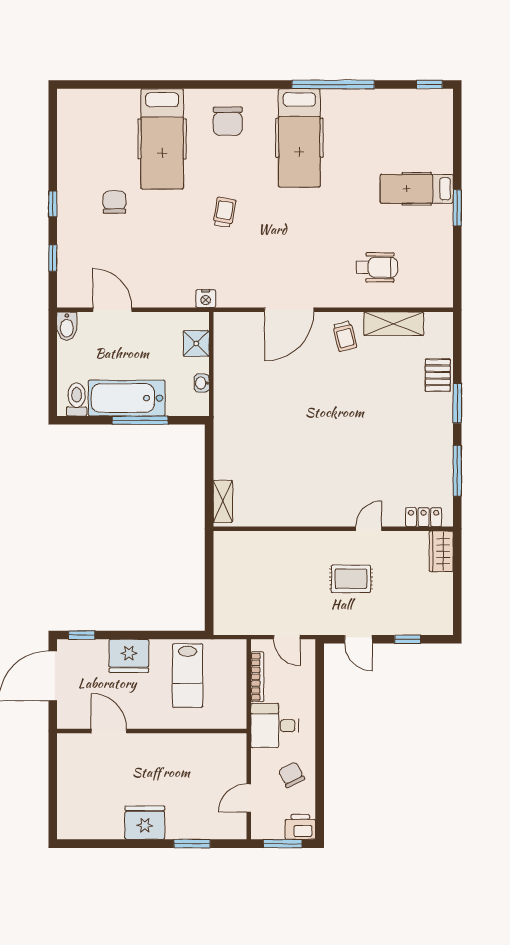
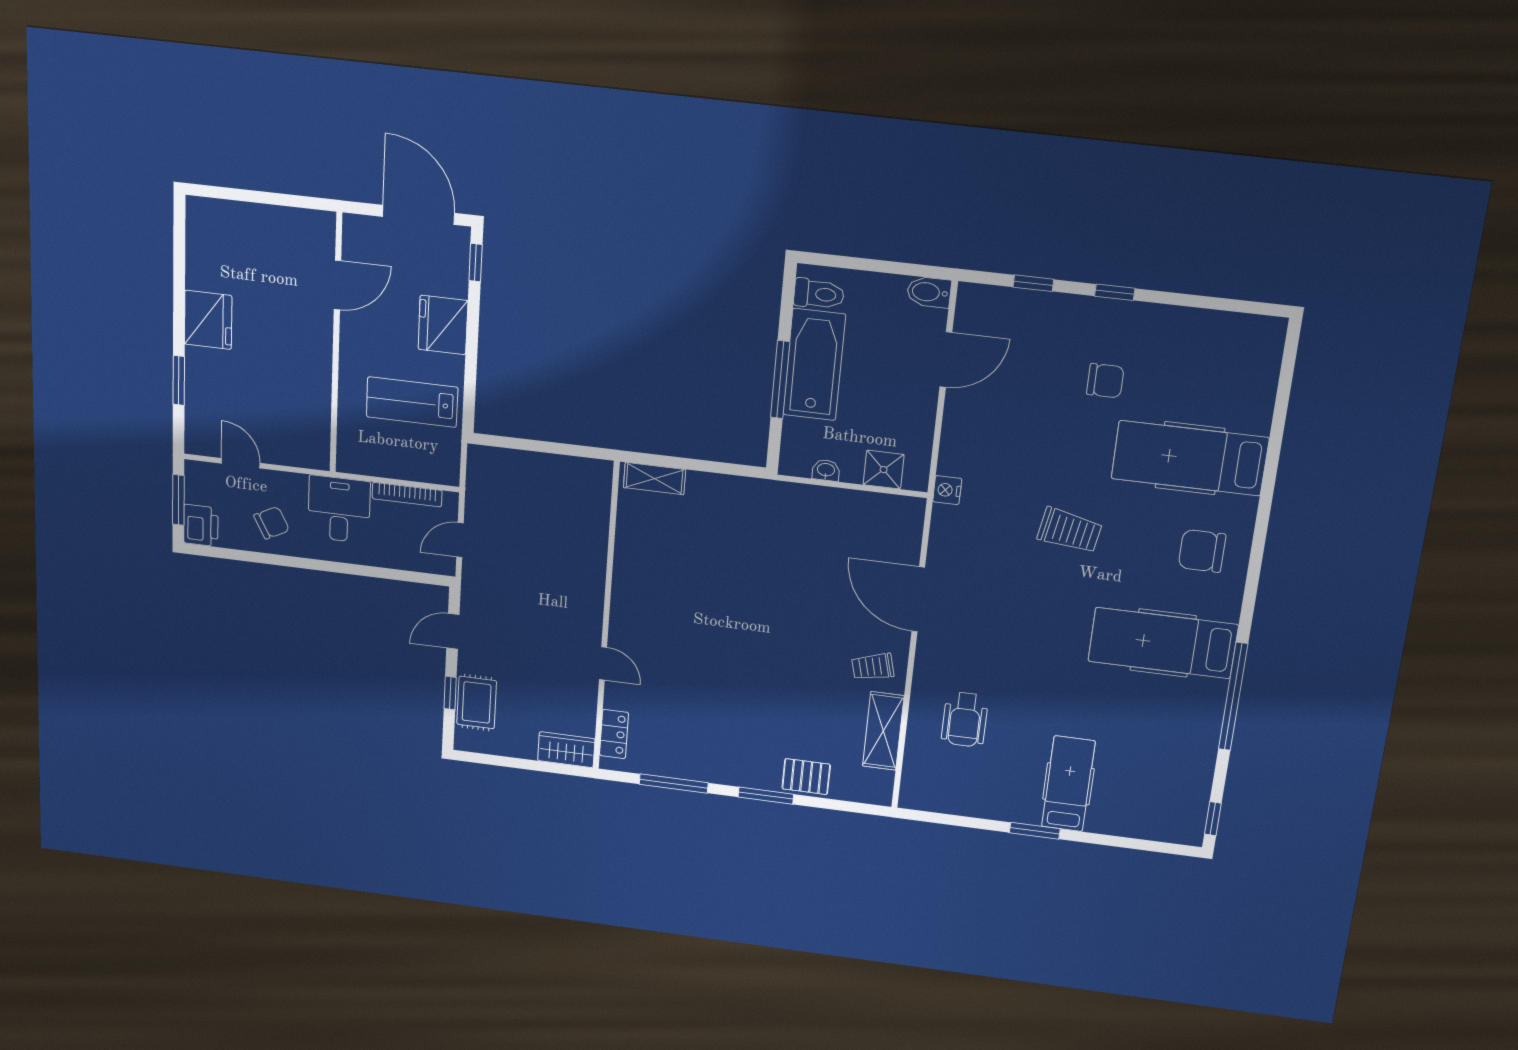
trolley: (224, 212) -> (1070, 530), width x1.36, depth x1.39
rug: (351, 579) -> (477, 702), moved

